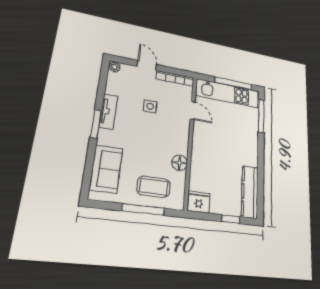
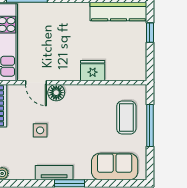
door: (193, 111) -> (36, 83), swing flipped
floor lamp: (180, 163) -> (56, 93), moved
fridge: (199, 202) -> (93, 71), moved, turned 90

